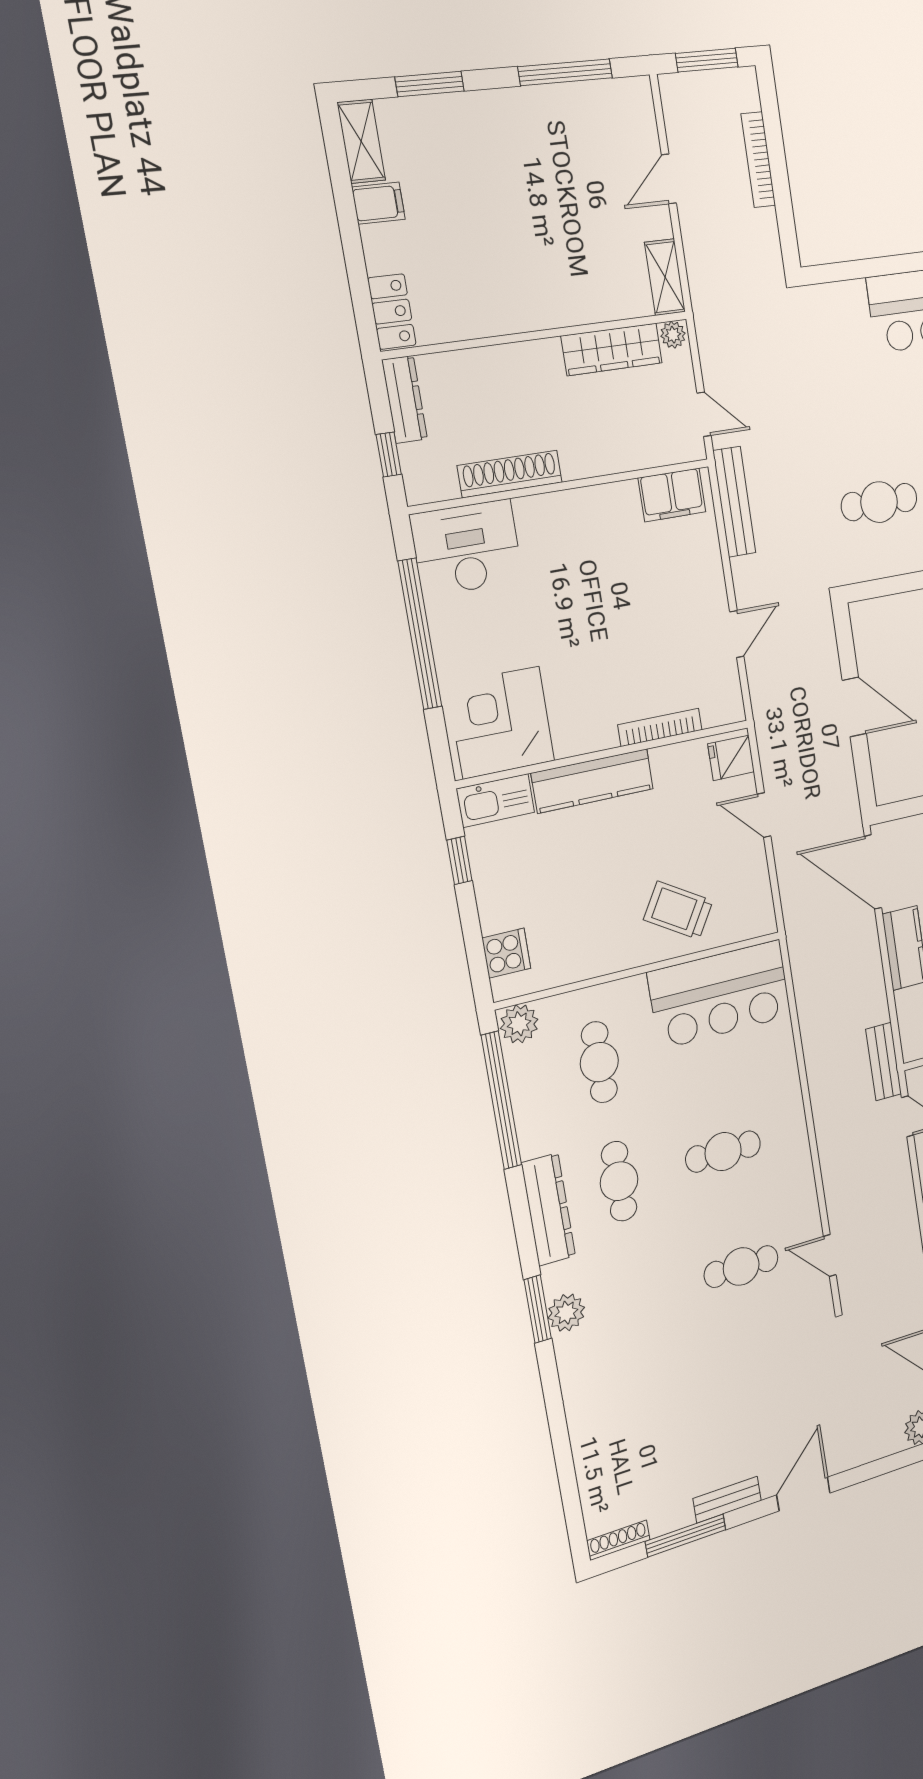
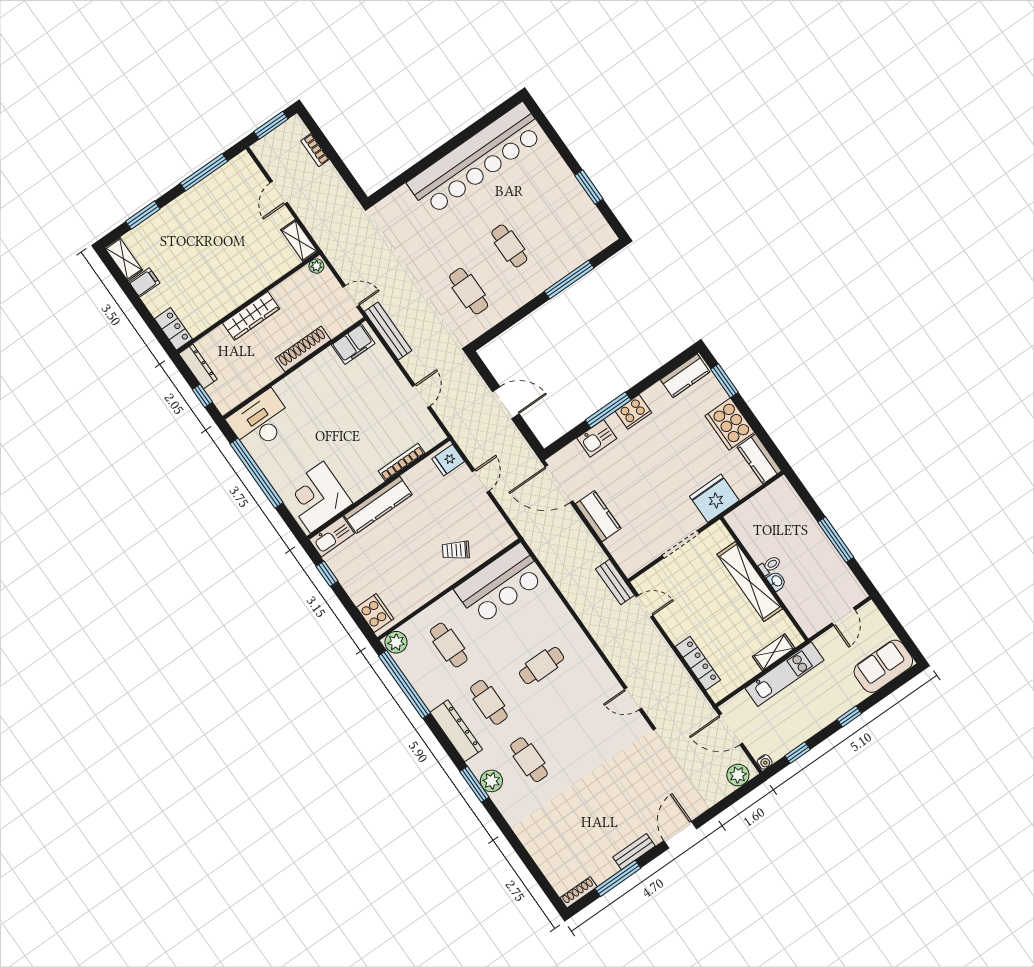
bookcase: (758, 160) -> (315, 150), width x0.64
wardrobe: (612, 349) -> (251, 316), moved
shoe rack: (510, 474) -> (303, 349), moved
cafe table: (879, 502) -> (469, 291), turned 90
door: (764, 815) -> (481, 481), swing flipped
trolley: (678, 910) -> (456, 550), width x0.73, depth x0.72
cooker: (506, 953) -> (375, 613), width x1.36
cafe table: (741, 1266) -> (529, 760), moved, turned 90

